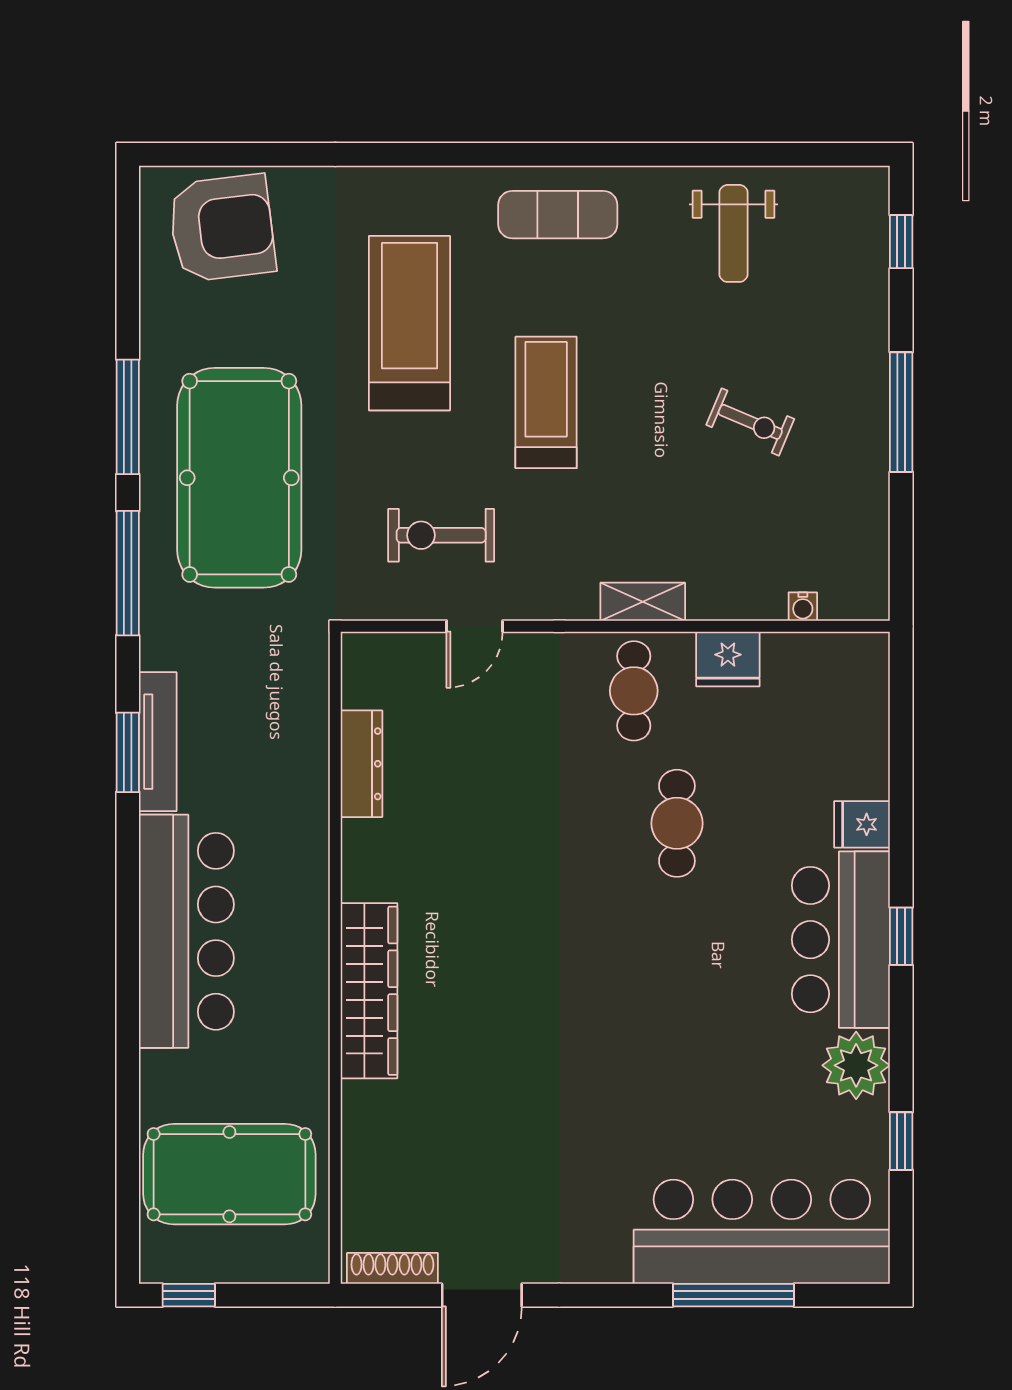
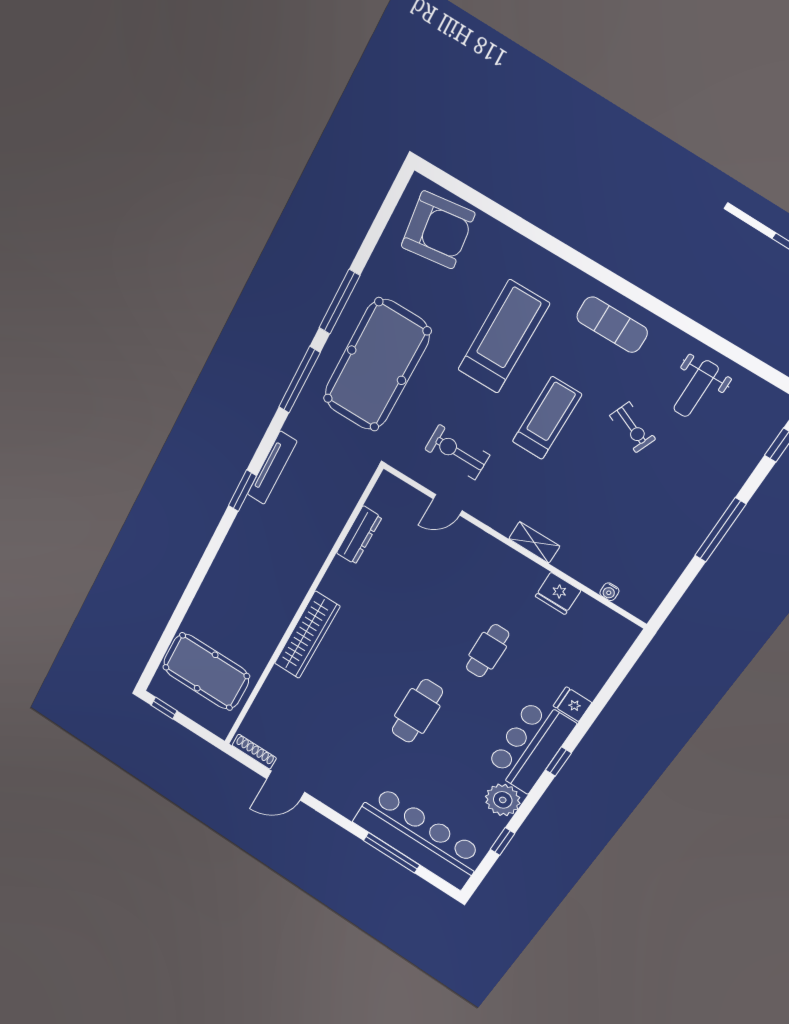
exercise bike: (750, 422) -> (633, 427), moved
cafe table: (634, 691) -> (417, 711), moved, width x1.37, depth x1.35
window: (128, 752) -> (242, 491), moved
bar counter: (186, 931) -> (241, 560), removed

